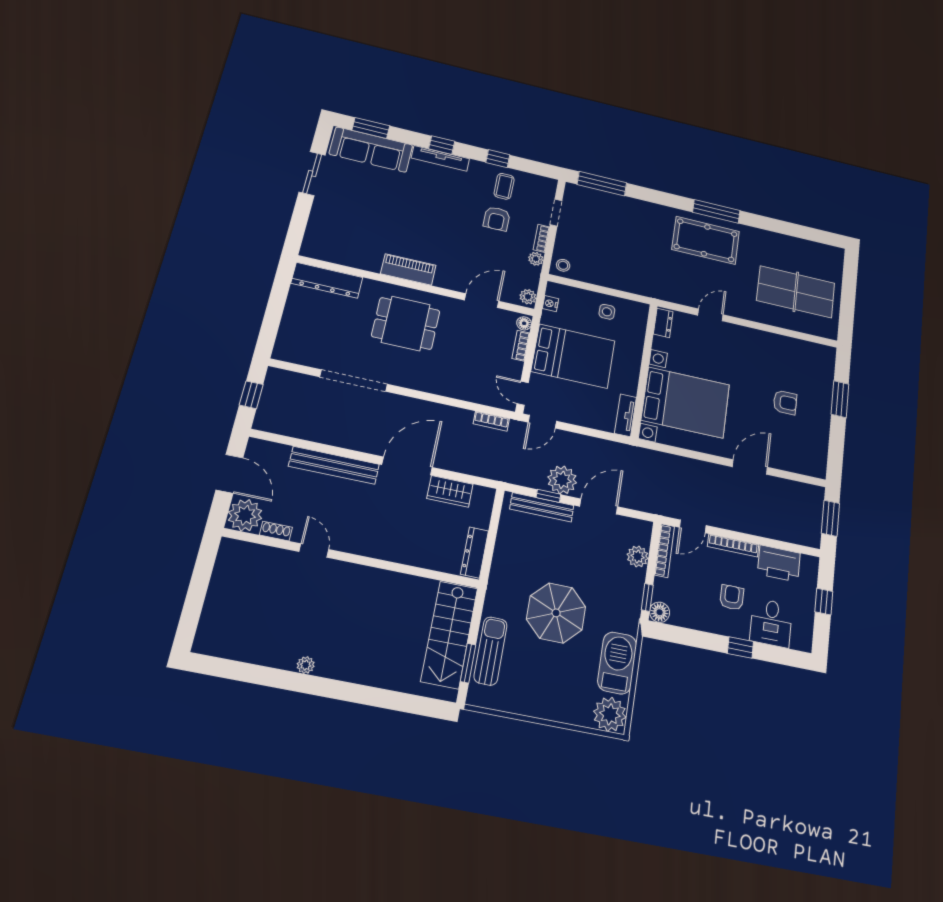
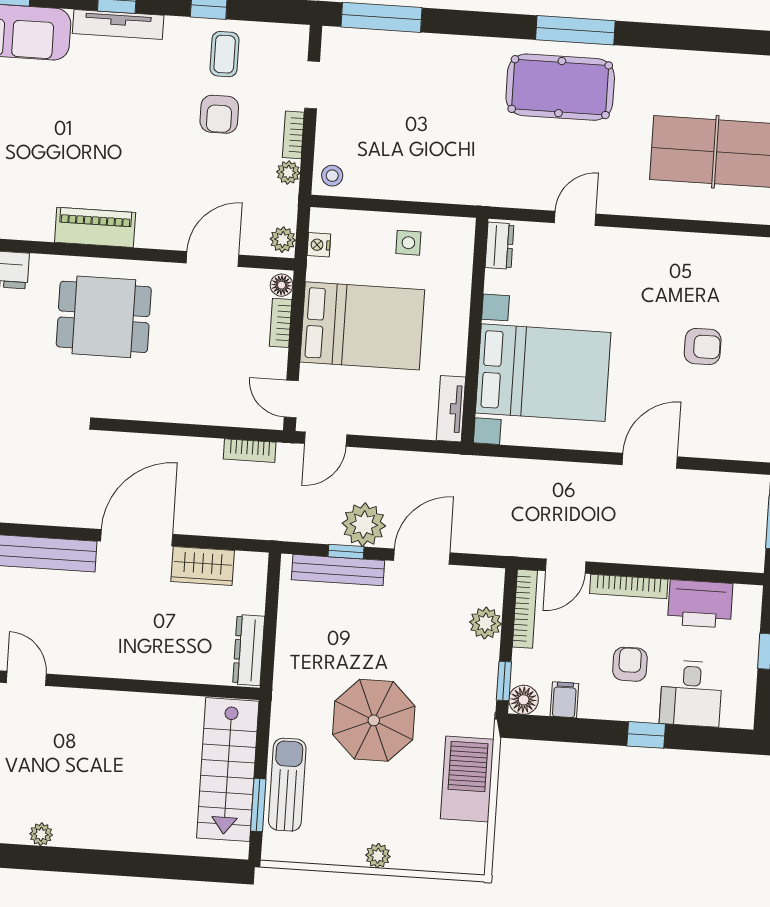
filing cabinet: (687, 616) -> (564, 700), added
plant: (610, 714) -> (378, 856), moved, width x0.53, depth x0.53

